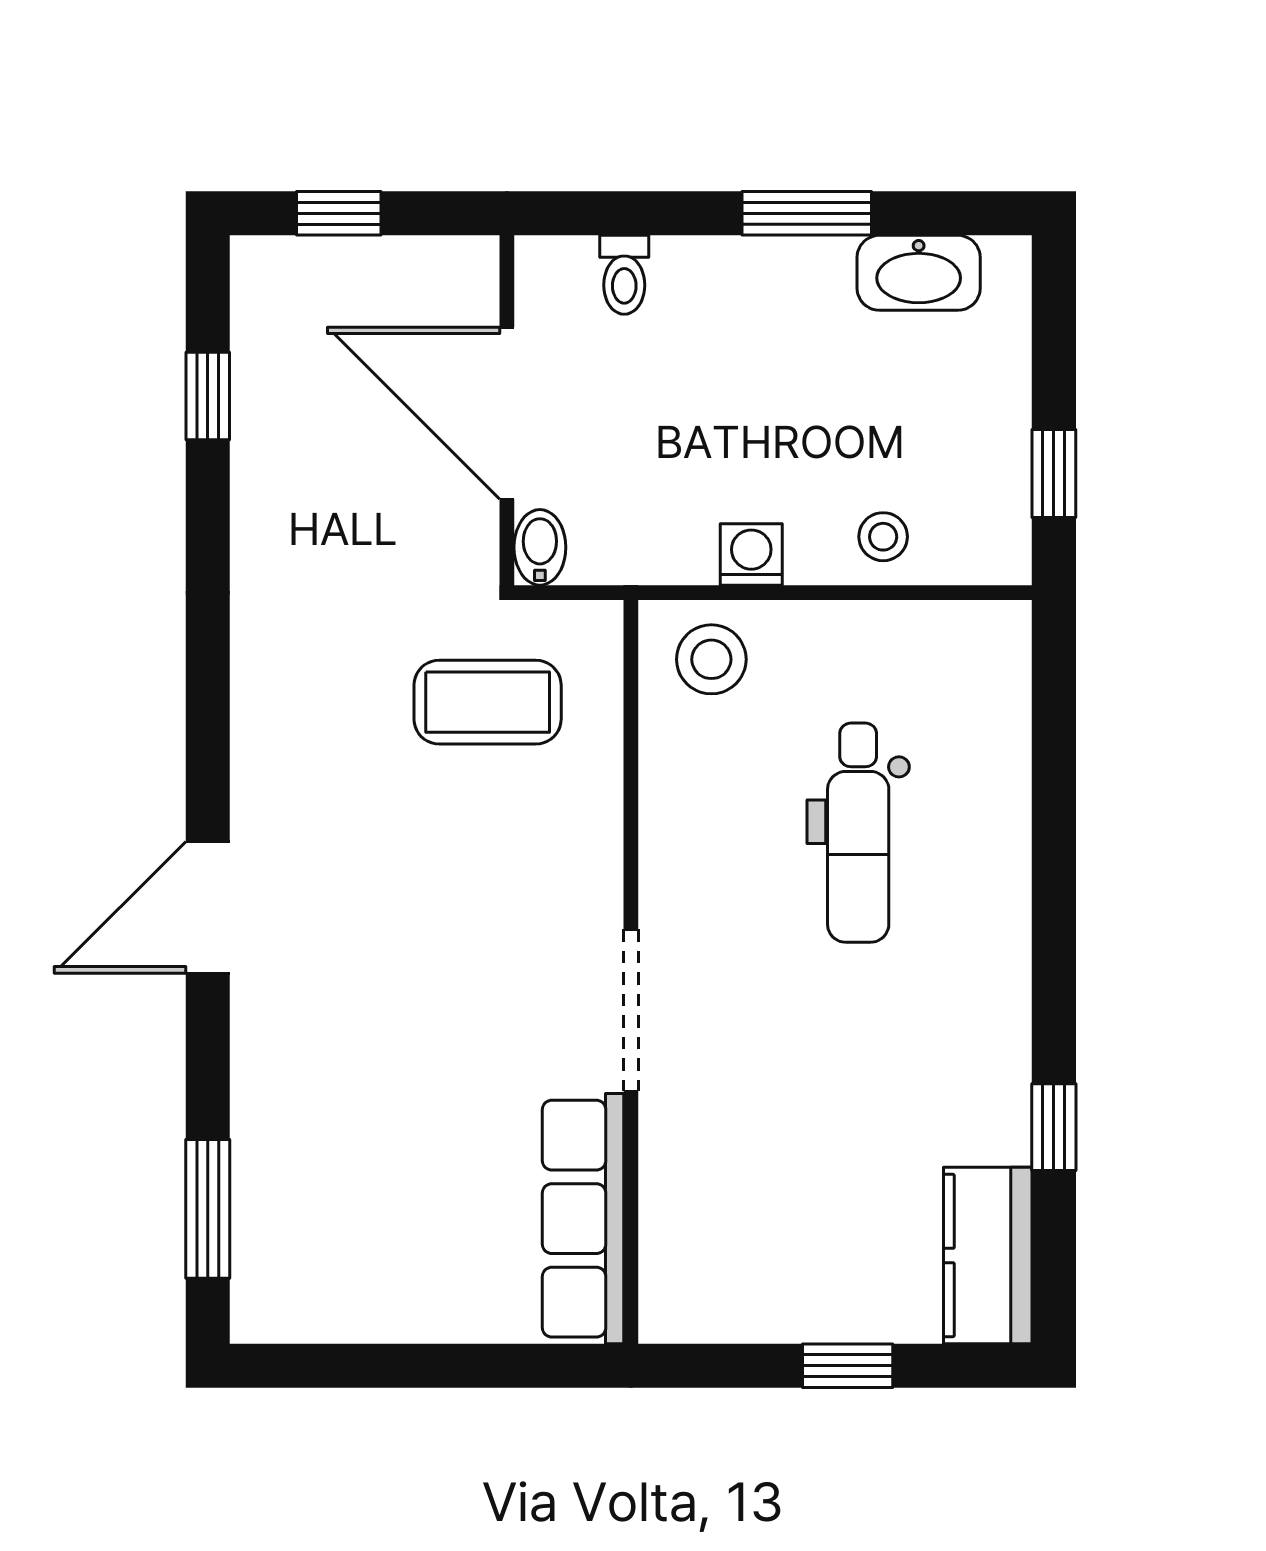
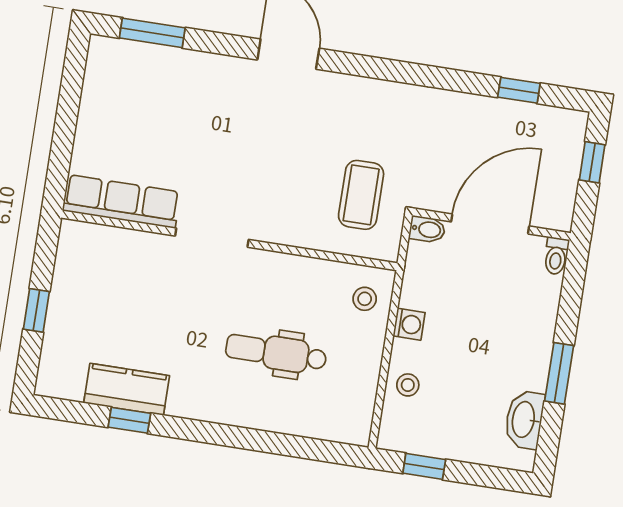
toilet: (624, 275) -> (556, 256), moved, turned -90
stool: (711, 659) -> (365, 299), width x0.73, depth x0.73
kitchen counter: (988, 1256) -> (127, 389), moved

